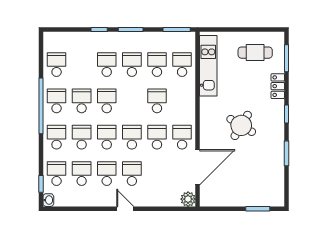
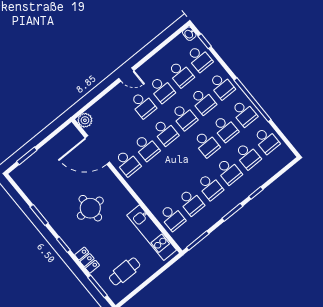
school desk: (157, 101) -> (248, 156), moved
round table: (241, 125) -> (90, 208), turned -31
door: (198, 167) -> (97, 150), hinge flipped

